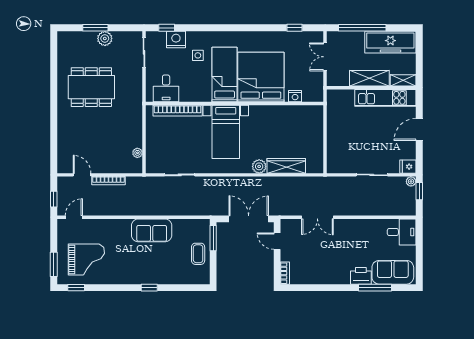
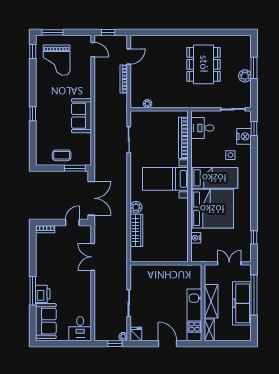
freezer: (390, 42) -> (242, 303), moved
window: (375, 288) -> (33, 291), moved

